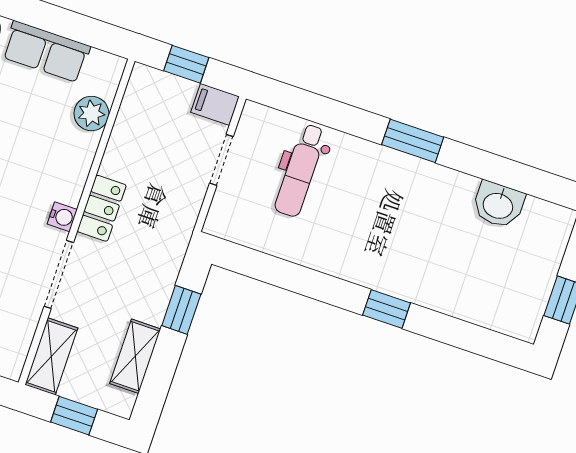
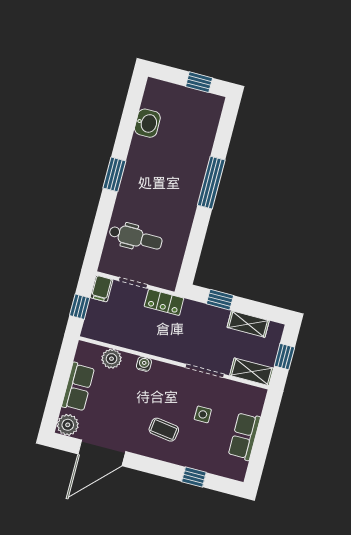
locker: (102, 208) -> (164, 302), moved, turned 180
water cooler: (62, 217) -> (144, 364), moved
window: (387, 309) -> (211, 183), width x2.17

